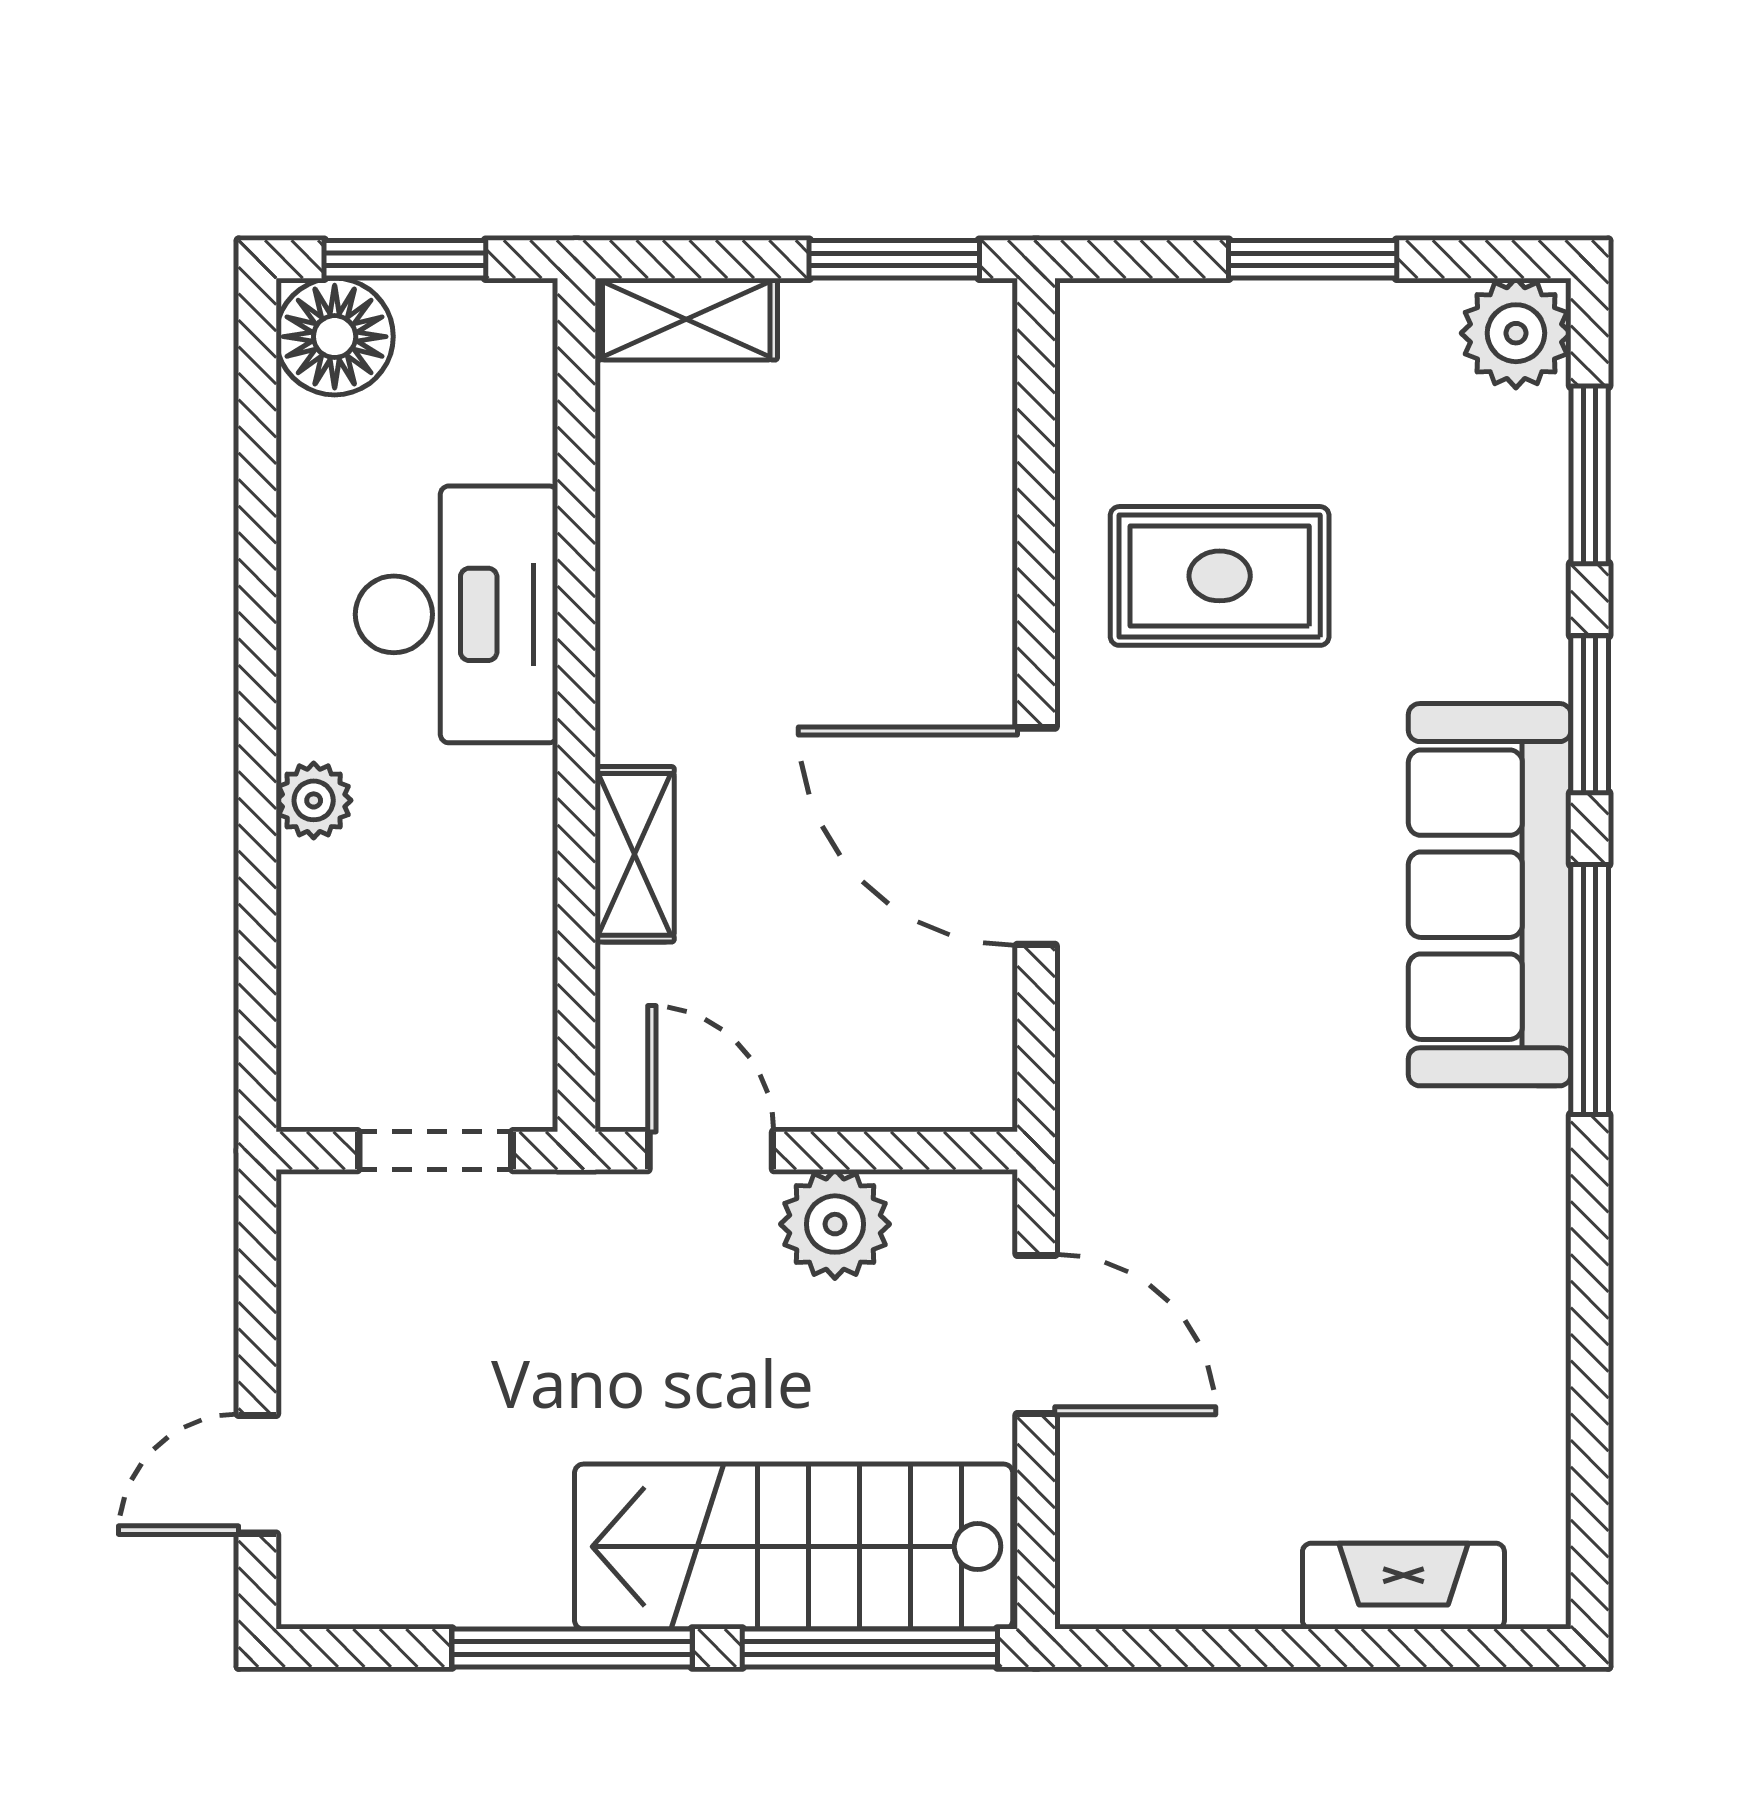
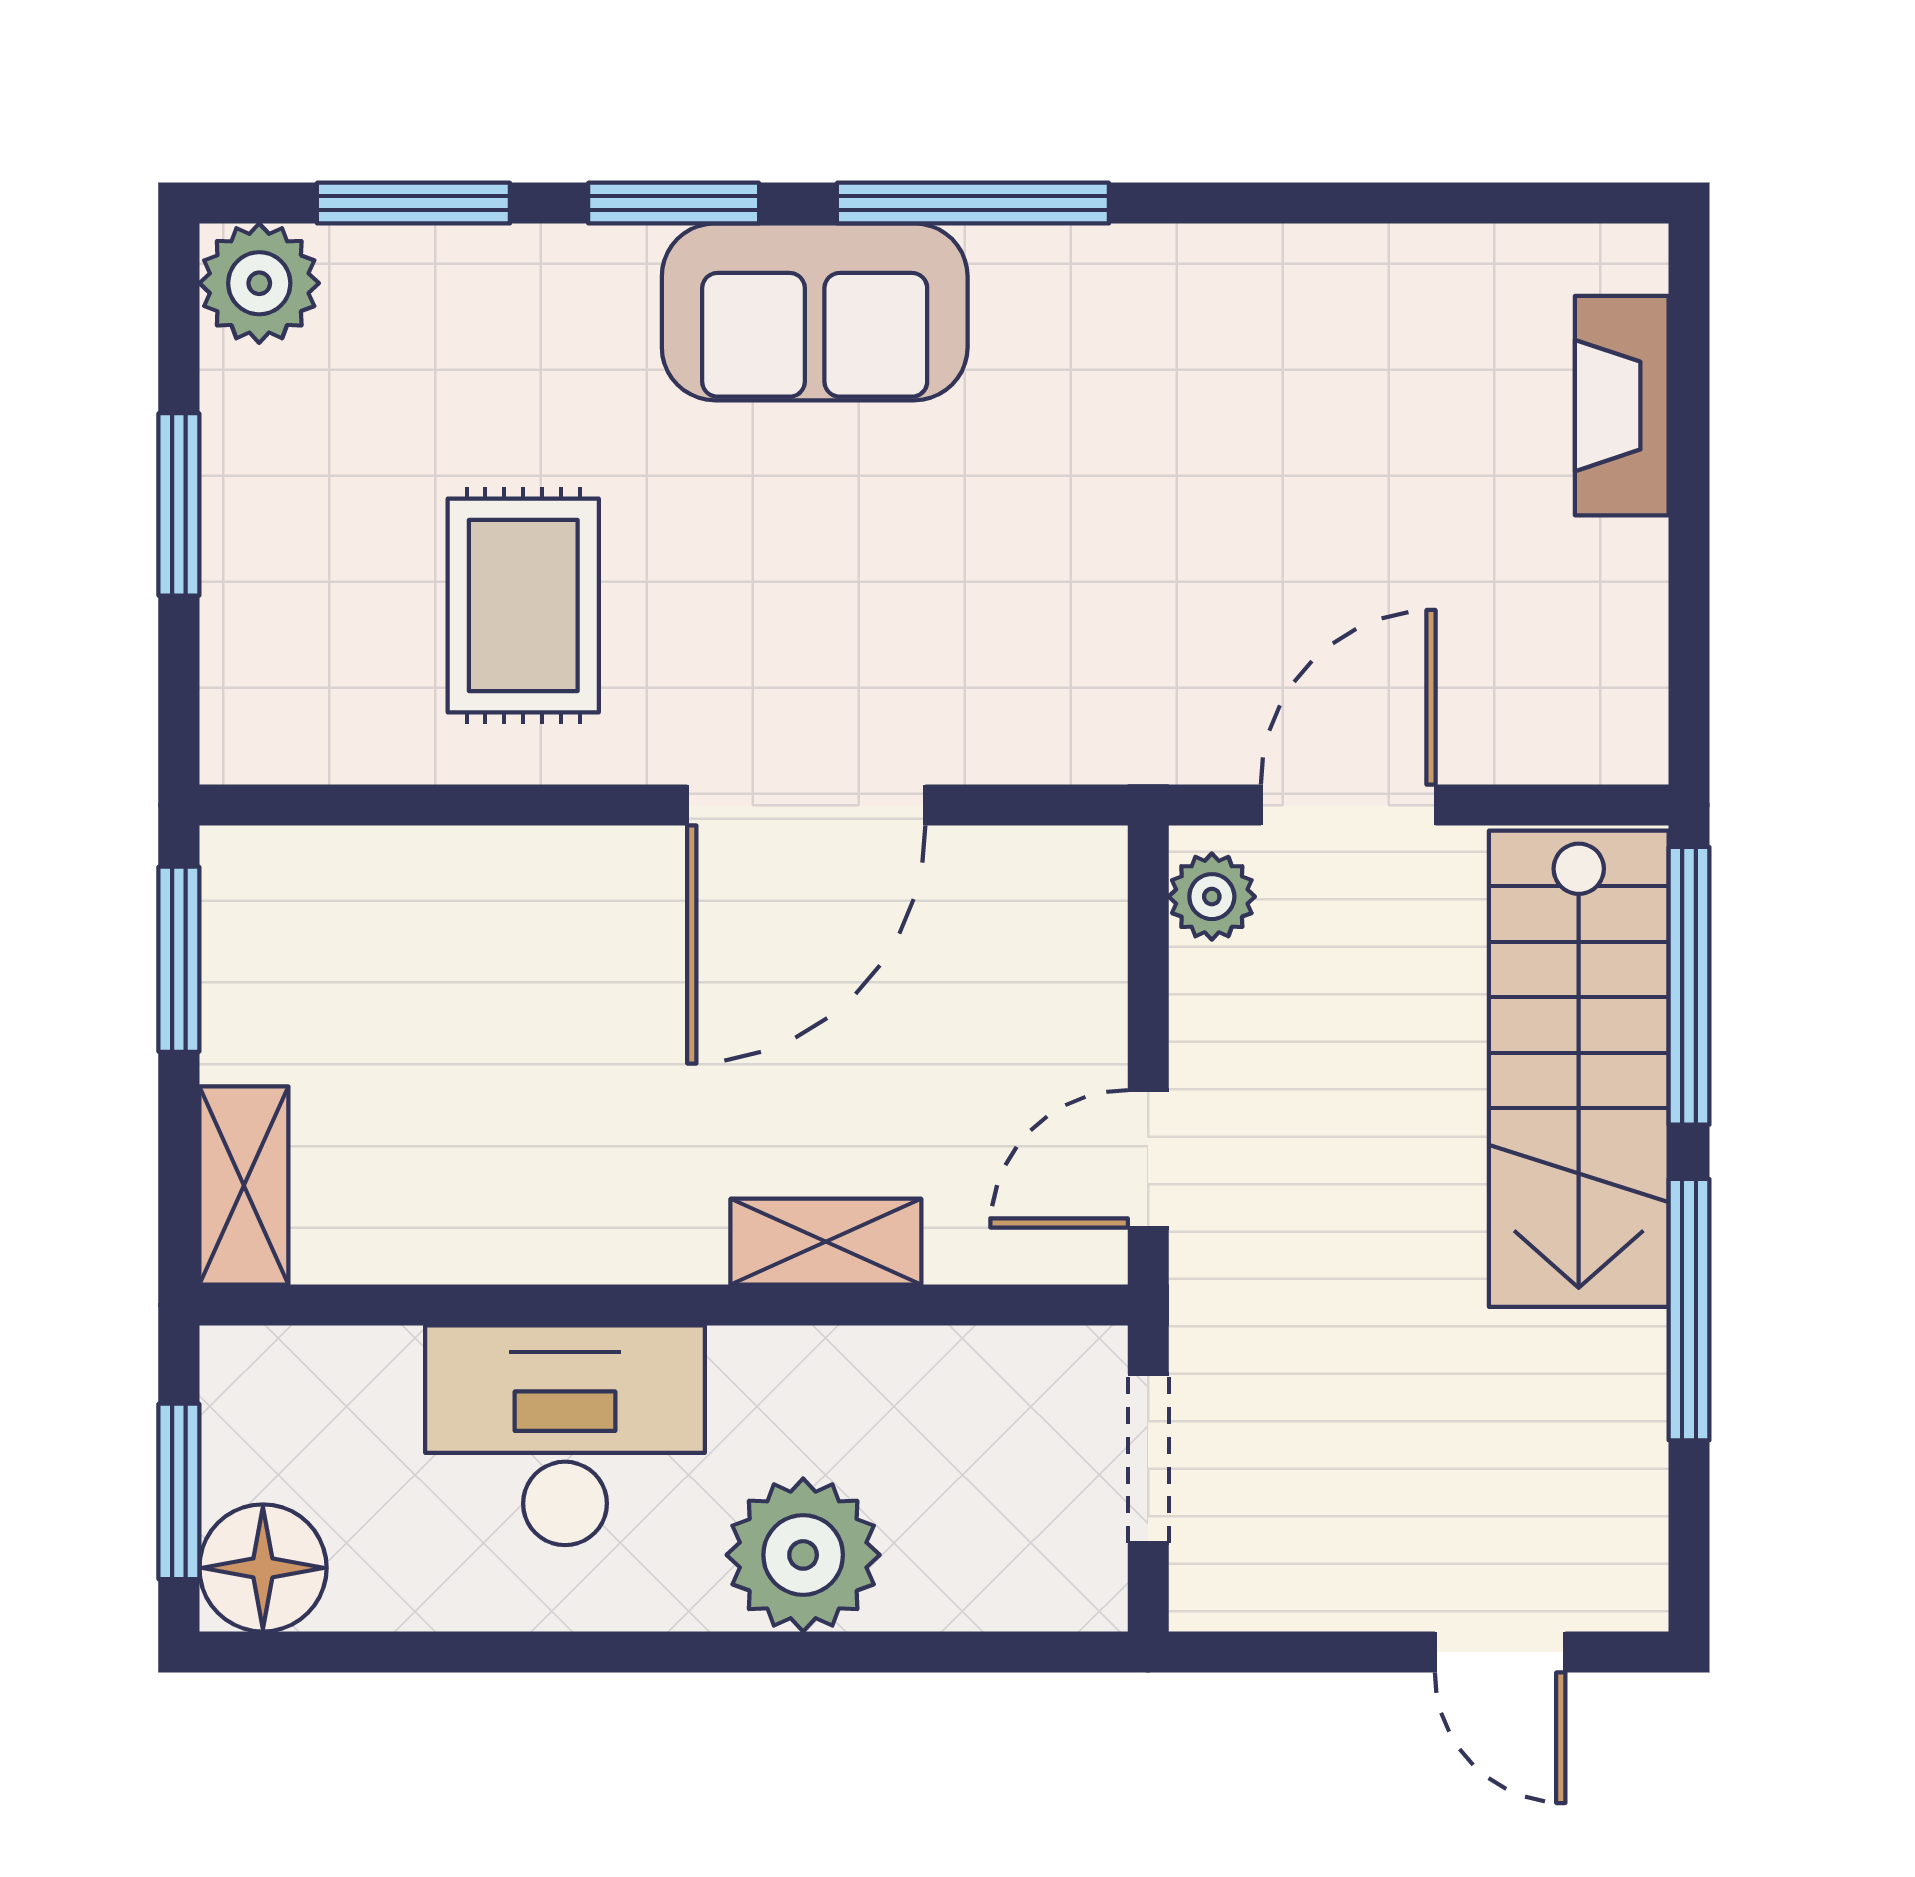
plant: (314, 800) -> (803, 1555), width x1.87, depth x1.87
sofa: (1490, 895) -> (815, 312), width x0.73
plant: (835, 1224) -> (1212, 897), moved, width x0.73, depth x0.73

